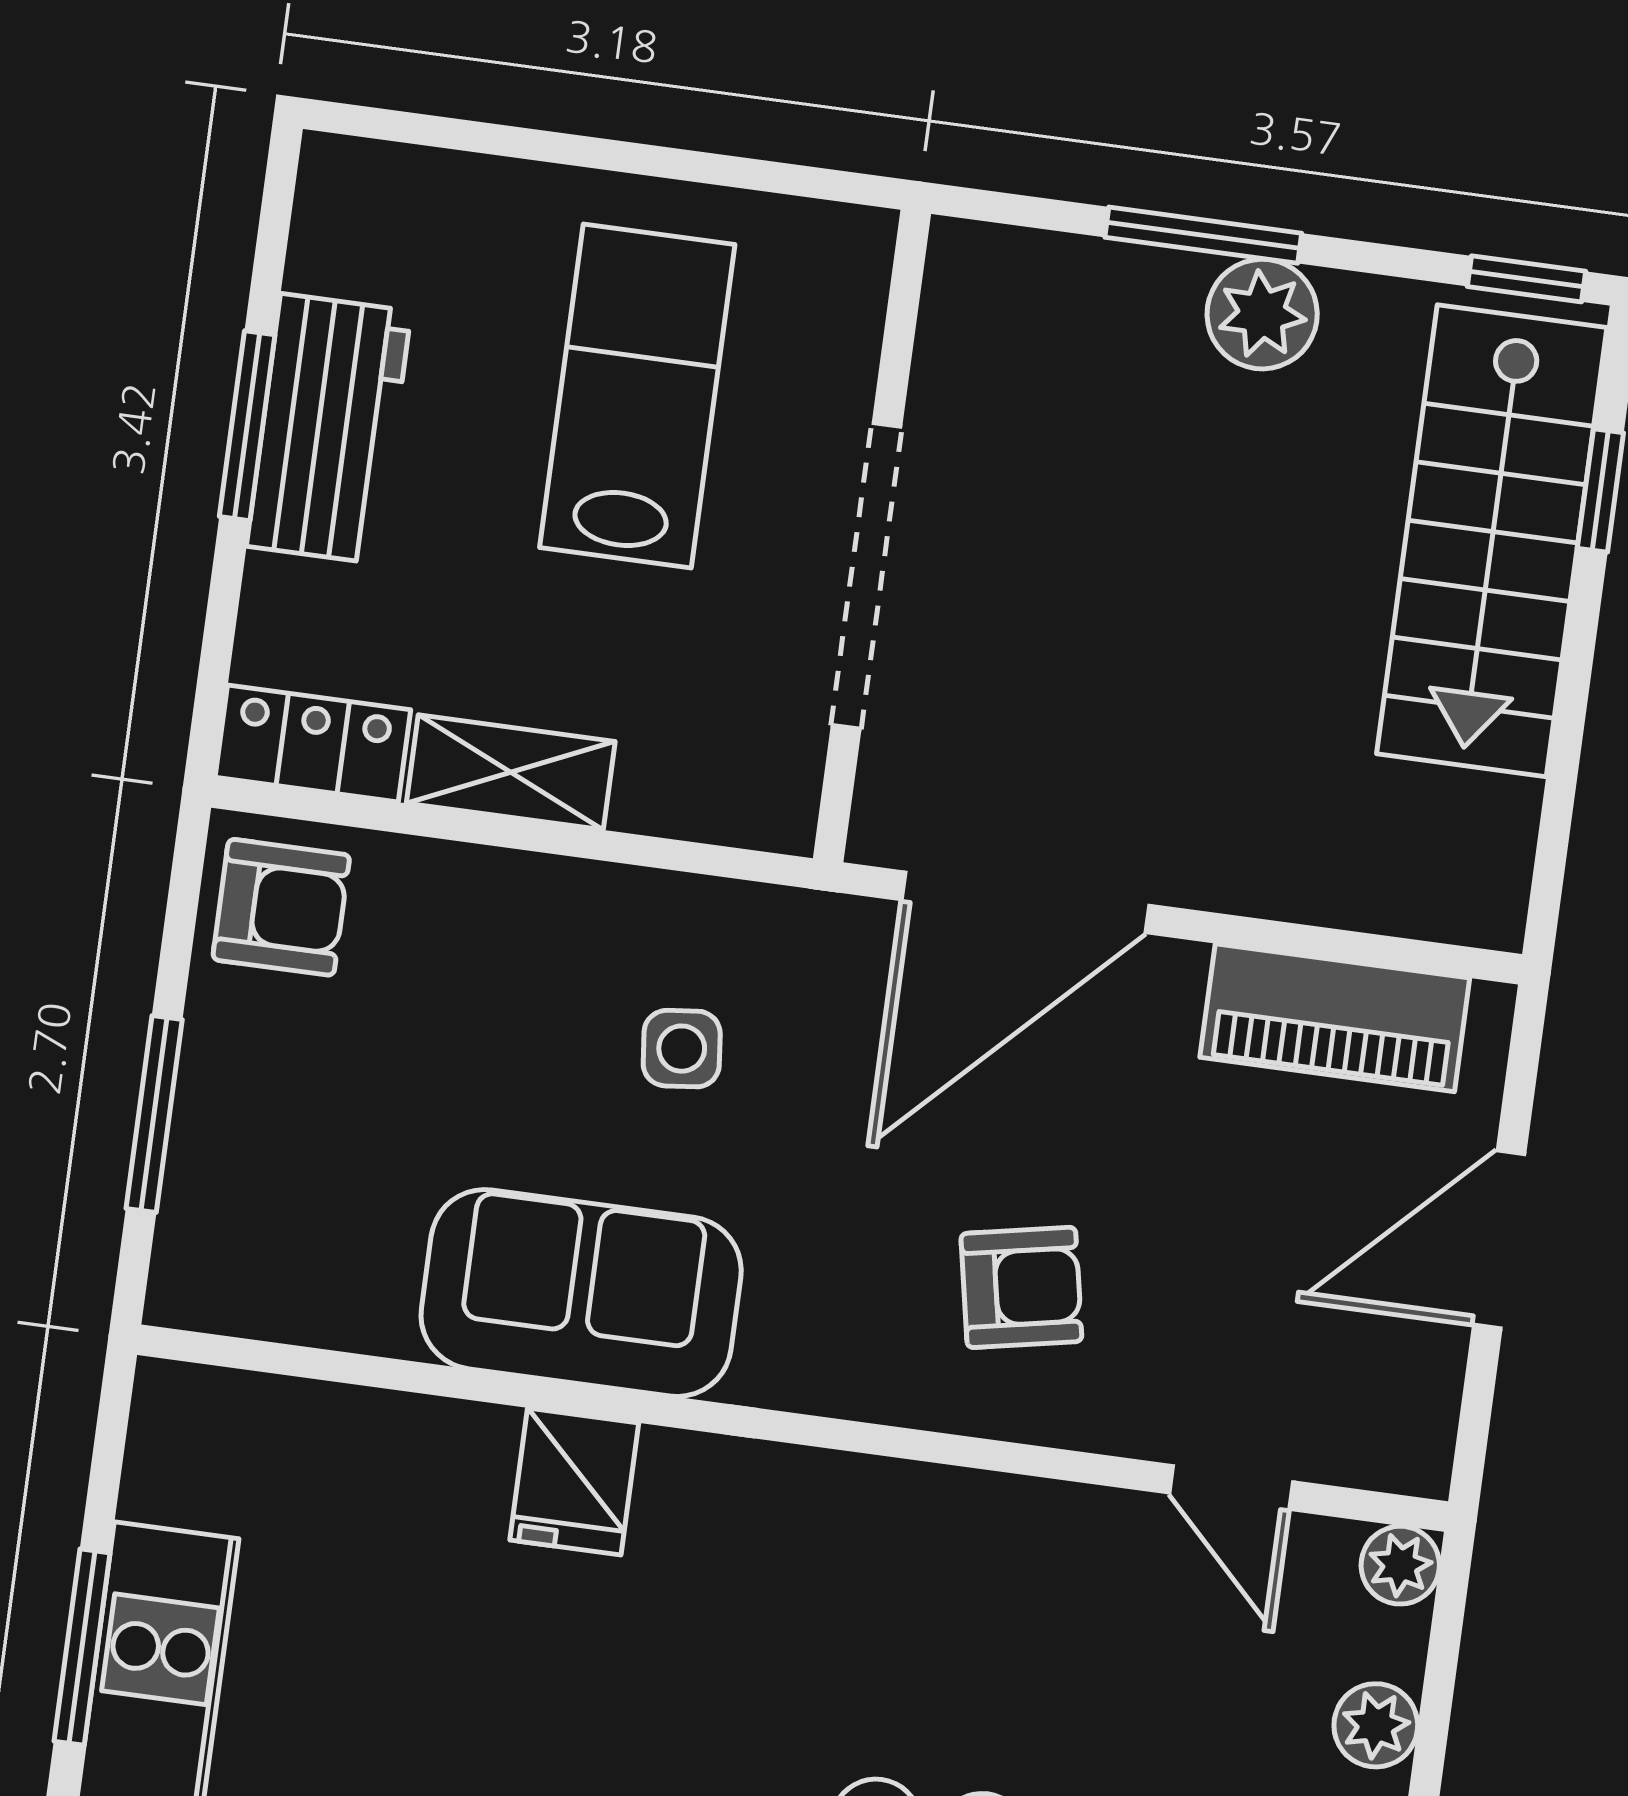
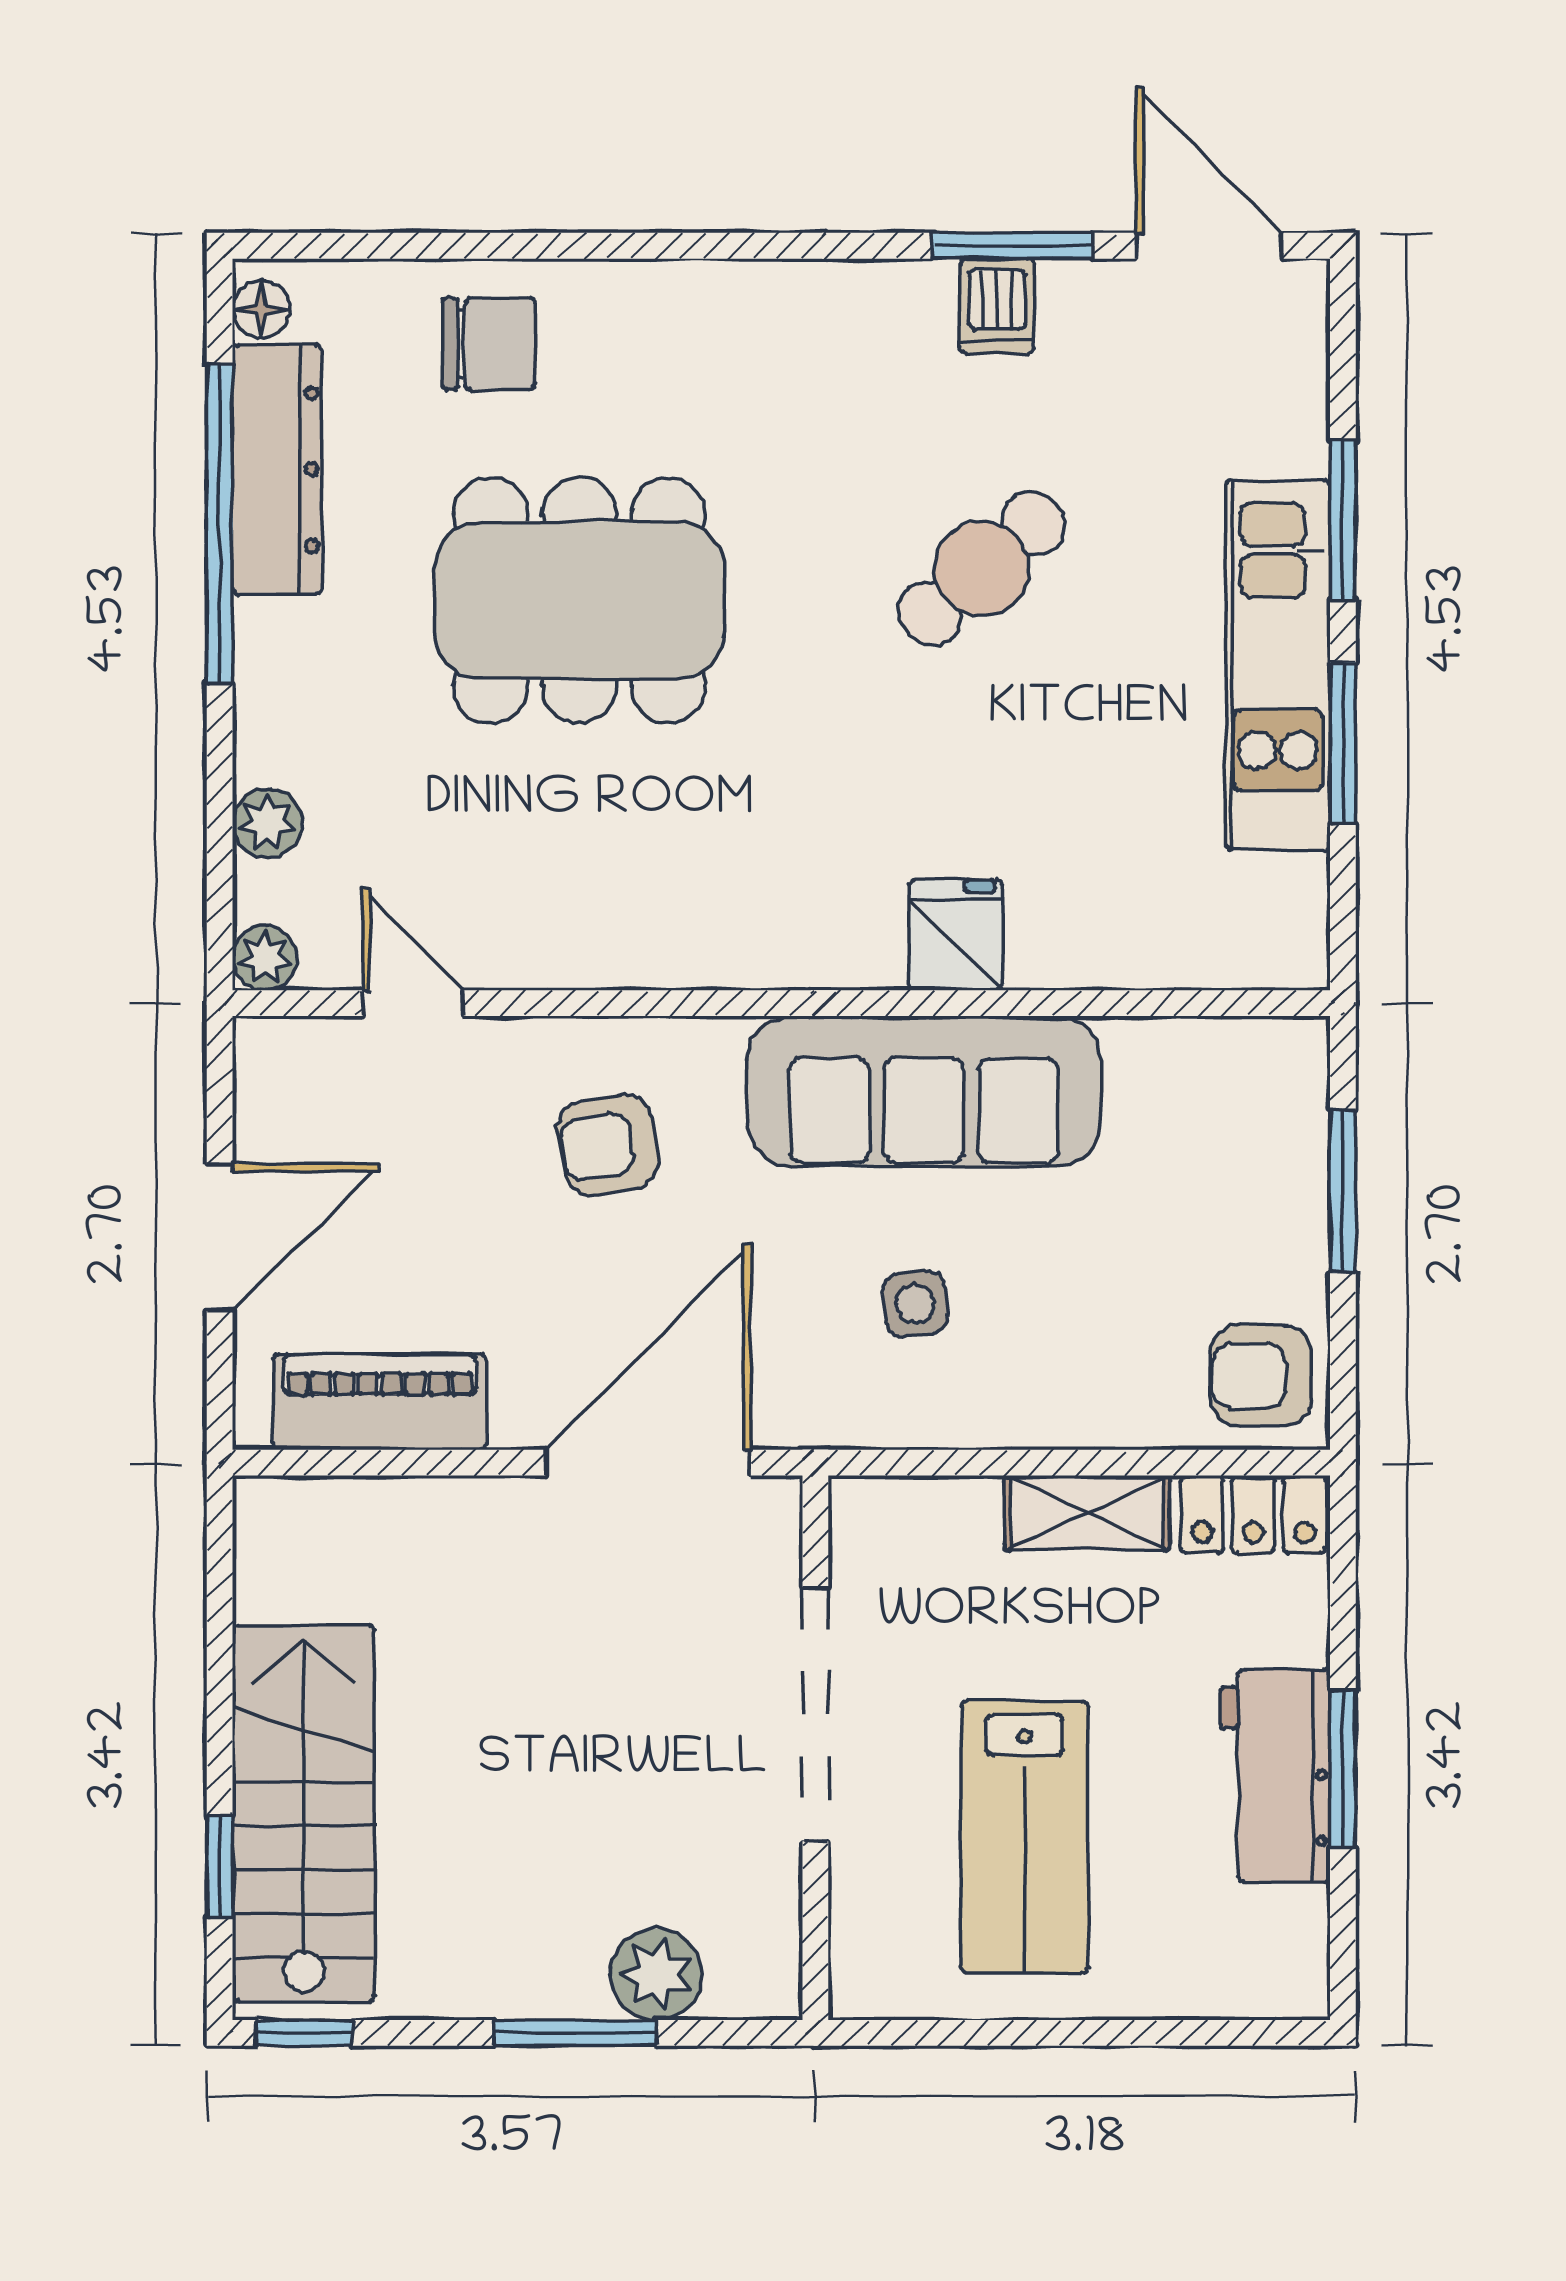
plant: (1262, 314) -> (657, 1974), moved
sofa: (581, 1293) -> (924, 1091), width x1.36

